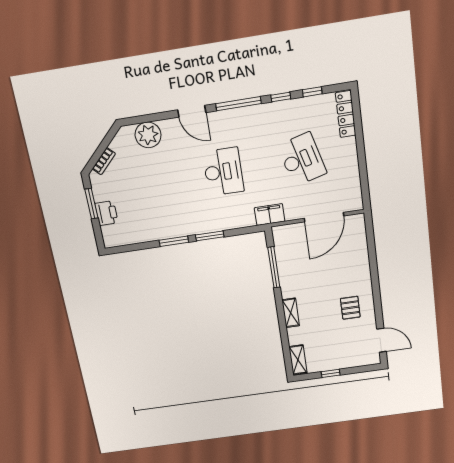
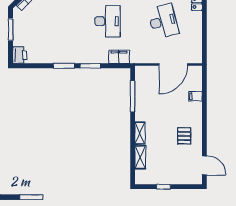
printer: (106, 213) -> (20, 55), moved
filing cabinet: (270, 215) -> (119, 57), moved
filing cabinet: (360, 255) -> (196, 96), added
shelving: (298, 360) -> (140, 157), moved

